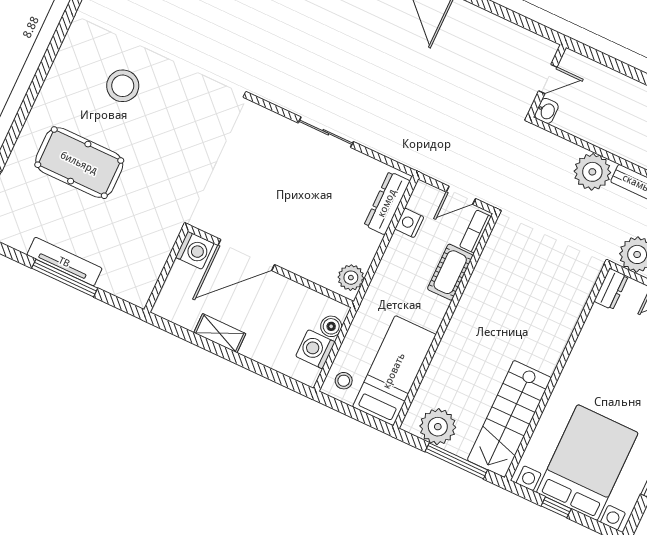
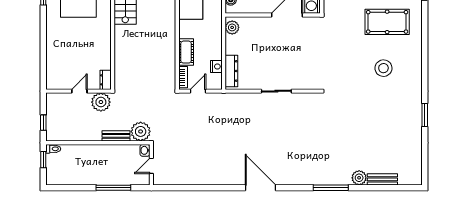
door: (548, 79) -> (151, 166), moved
wall: (547, 81) -> (151, 165), moved
washbasin: (547, 111) -> (145, 150), moved

